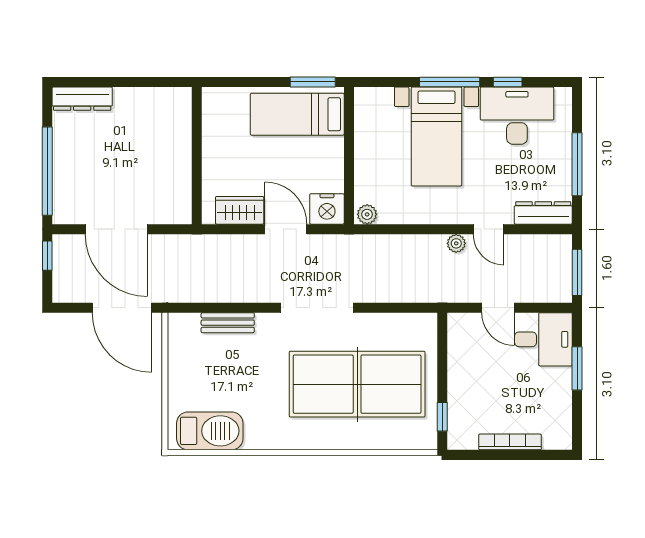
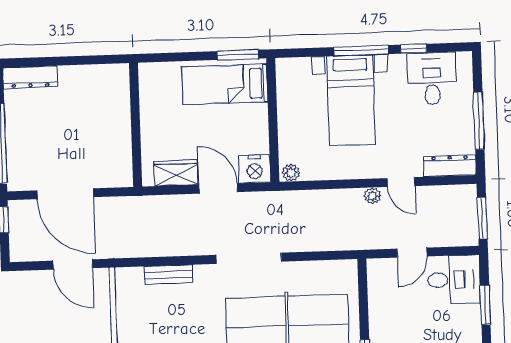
desk: (517, 116) -> (432, 78), width x0.73
door: (122, 308) -> (73, 264), width x0.73
door: (498, 308) -> (412, 253), hinge flipped

